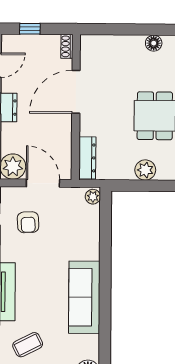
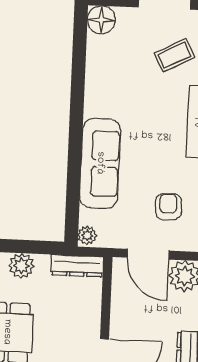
dresser: (87, 158) -> (77, 266), moved, turned -90
sofa: (84, 297) -> (100, 163), moved

